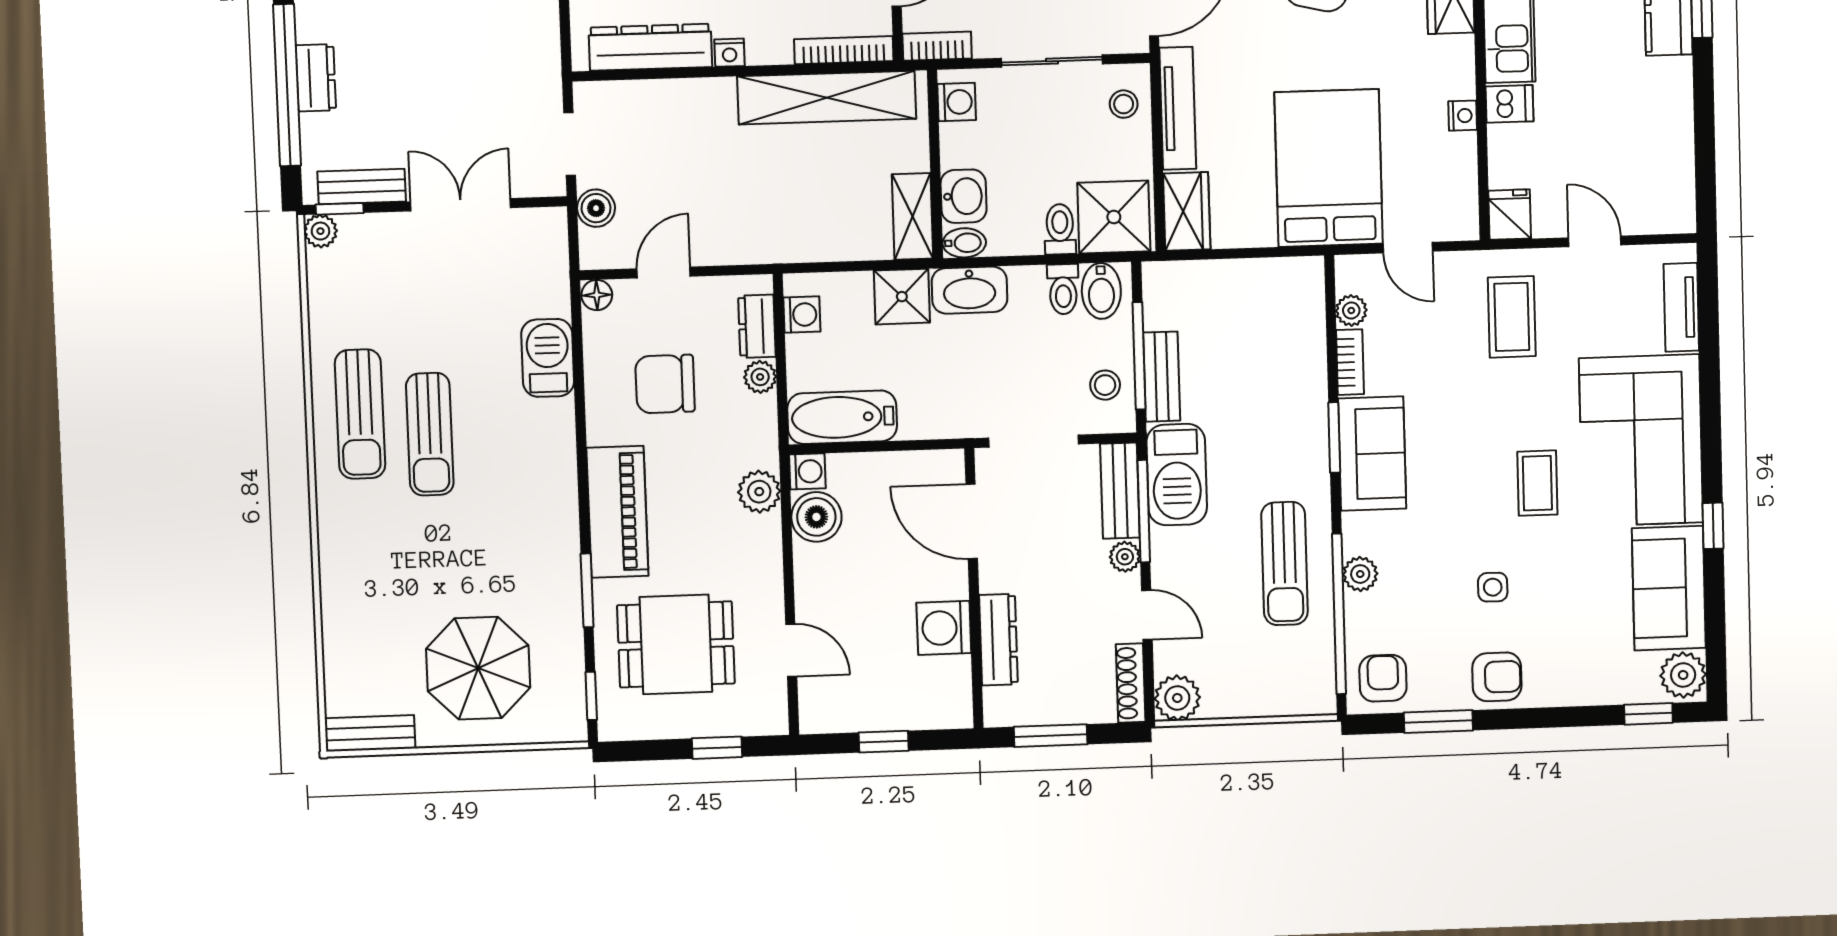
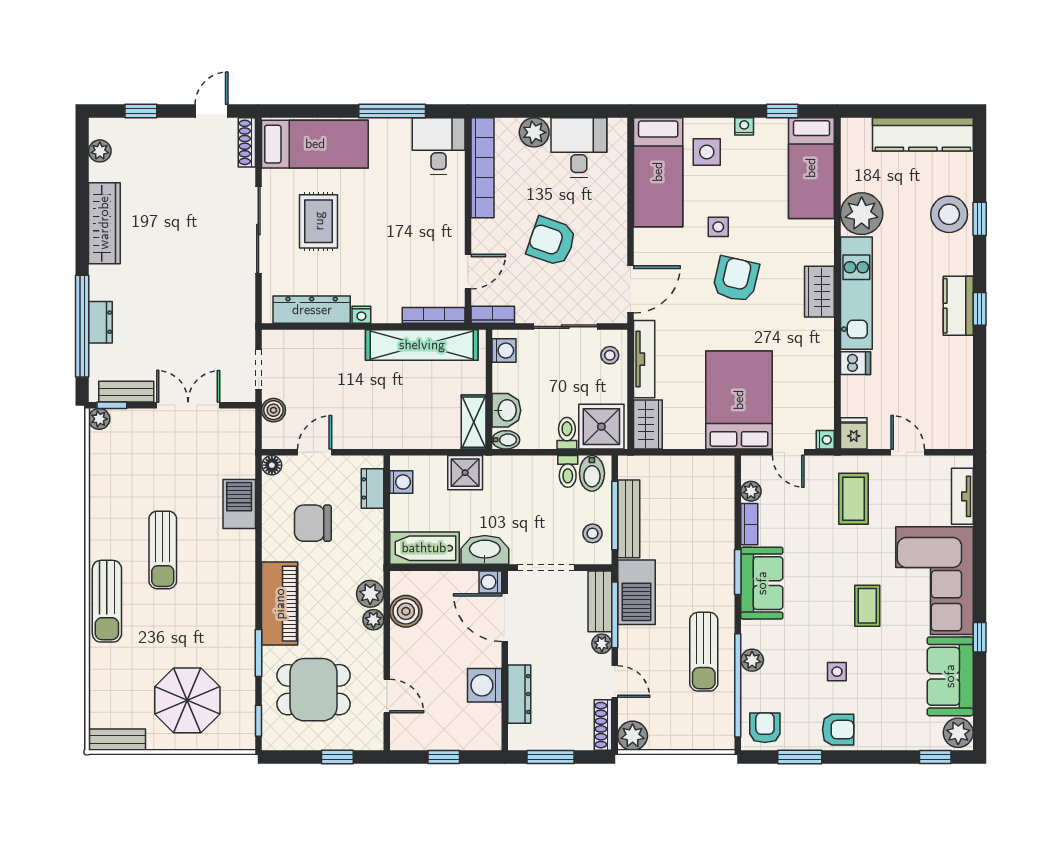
nightstand: (1463, 116) -> (825, 440), moved
washbasin: (969, 290) -> (485, 550), moved, turned 180
plant: (760, 377) -> (373, 620), moved
bench: (1162, 377) -> (629, 519), width x1.36
sun lounger: (360, 414) -> (107, 601), moved
washing machine: (807, 471) -> (490, 582), moved, turned 180

